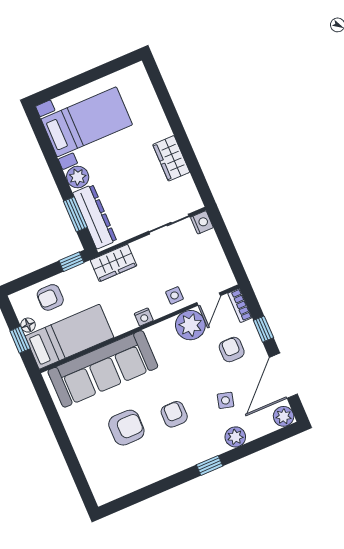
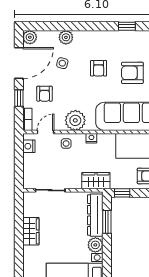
nightstand: (202, 222) -> (29, 146), moved
plant: (190, 325) -> (75, 120), moved
window: (210, 465) -> (127, 26), moved

